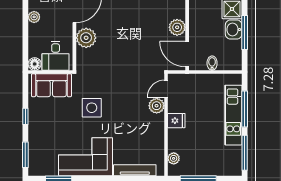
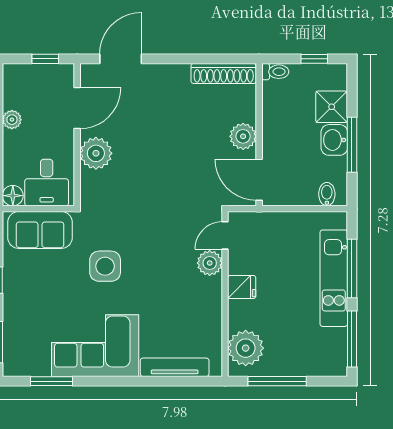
bidet: (212, 63) -> (327, 194), moved
plant: (174, 158) -> (246, 348), width x1.87, depth x1.87

